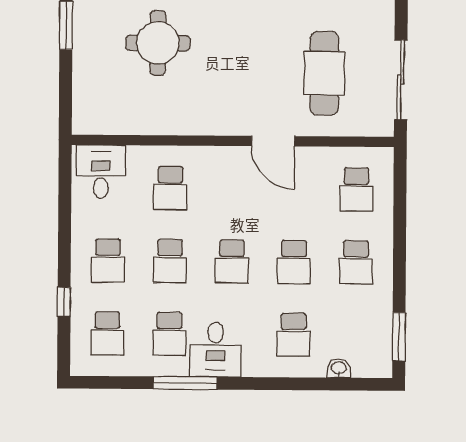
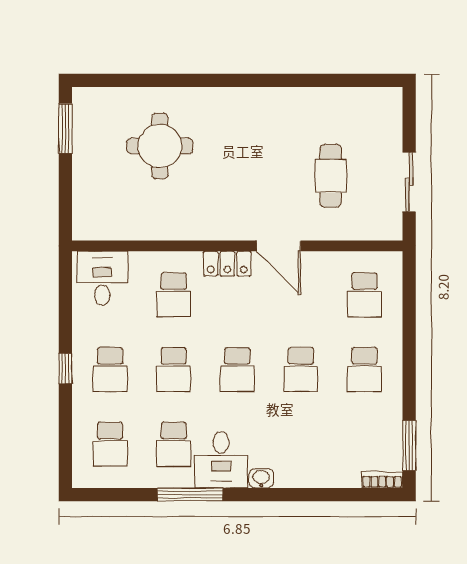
cafe table: (324, 73) -> (331, 176), width x0.73, depth x0.74
sliding door: (401, 80) -> (409, 182), width x0.73
locker: (223, 158) -> (227, 264), added
window: (64, 302) -> (65, 369), moved
school desk: (293, 335) -> (301, 444), removed
washbasin: (339, 368) -> (261, 478), moved
bookcase: (372, 370) -> (382, 480), added

